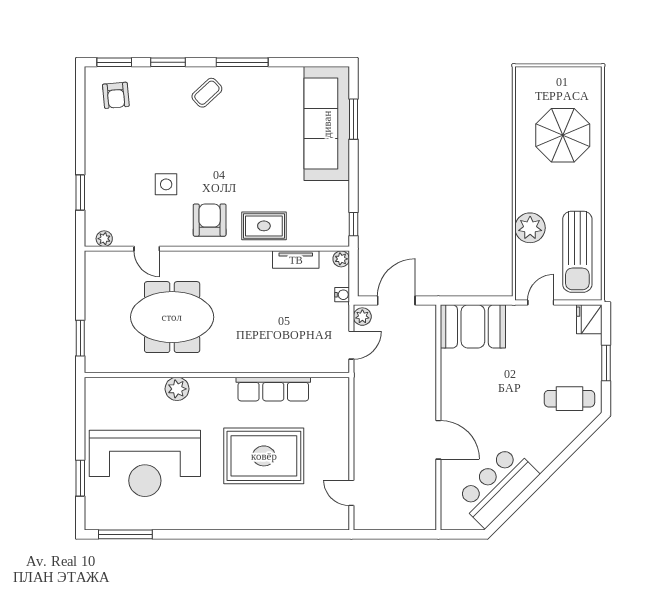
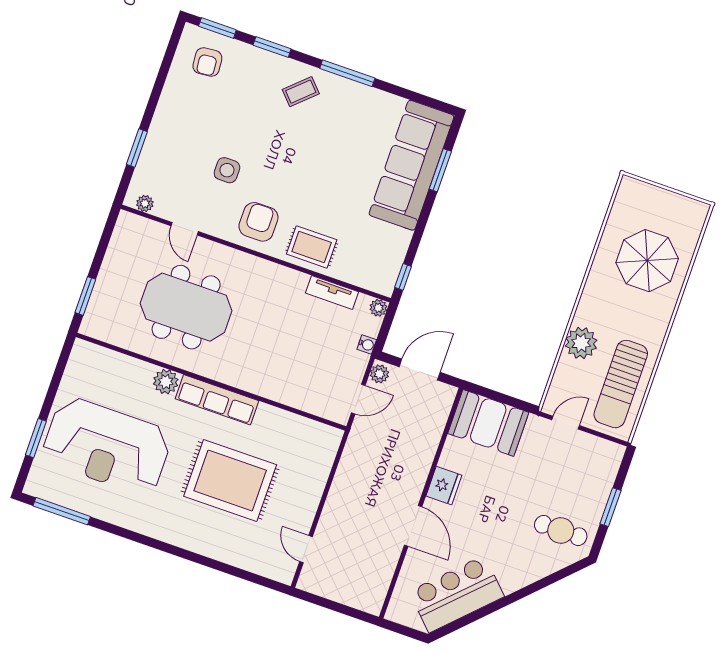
fridge: (589, 319) -> (444, 486), moved, turned 180
row of seats: (273, 389) -> (217, 400), moved

